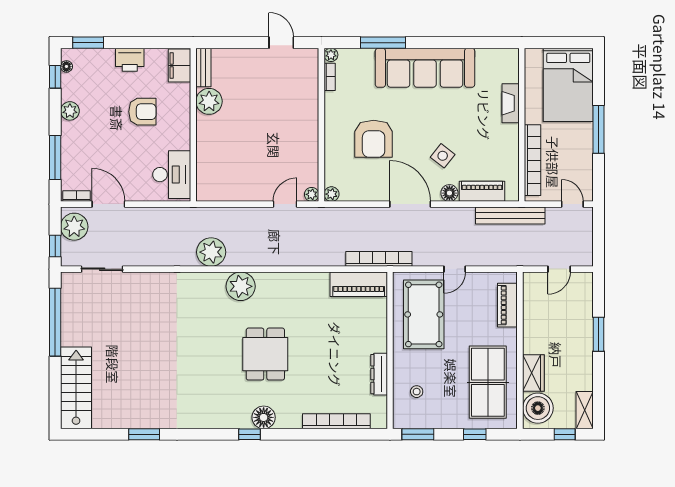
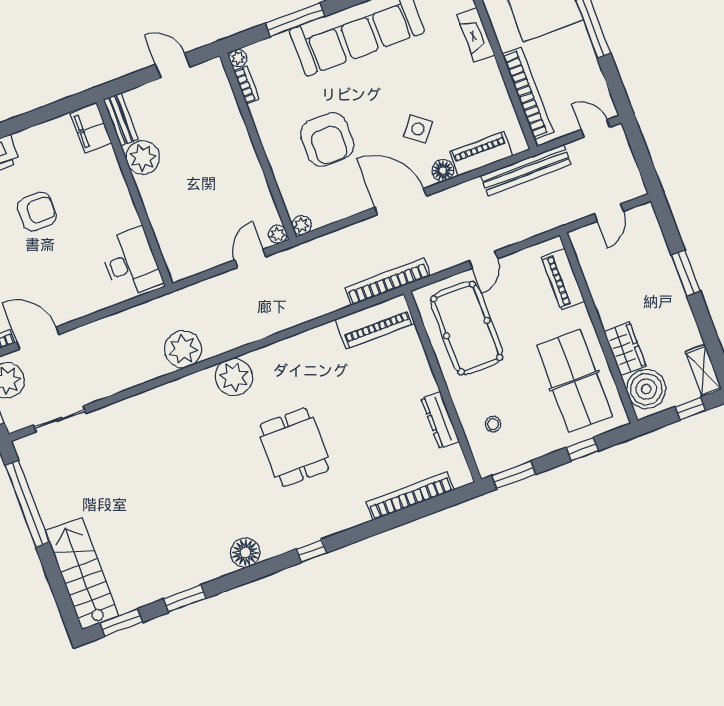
filing cabinet: (179, 66) -> (91, 128), moved
bench: (203, 67) -> (121, 119), moved
plant: (209, 101) -> (143, 158), moved
wall: (193, 125) -> (134, 193), moved
desk: (172, 175) -> (131, 262), moved
floor lamp: (264, 417) -> (245, 553), moved
window: (91, 434) -> (121, 622), added

